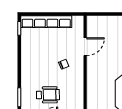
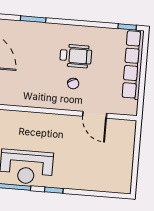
wheelchair: (48, 95) -> (76, 56), moved, turned -89

